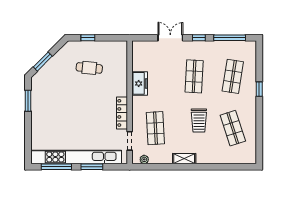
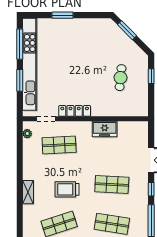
window: (28, 101) -> (63, 15), moved
shelving: (184, 159) -> (28, 192), moved

